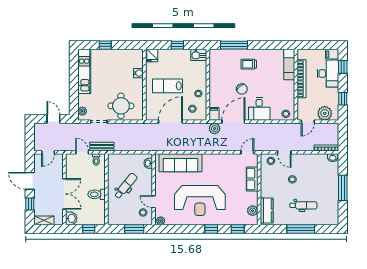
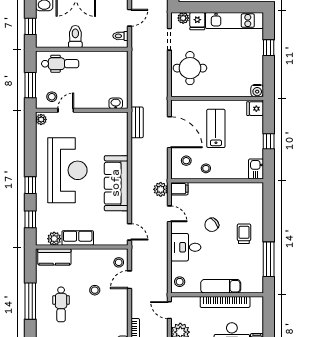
window: (234, 45) -> (269, 259), moved
exam couch: (289, 65) -> (221, 286), moved
water cooler: (138, 73) -> (257, 91), moved
fridge: (85, 100) -> (197, 21), added
door: (233, 122) -> (169, 214), width x0.53
bench: (102, 147) -> (137, 122), moved
sofa: (181, 163) -> (116, 183), moved
row of seats: (252, 179) -> (78, 238), moved
dental chair: (126, 186) -> (60, 64), moved, turned -39
reception desk: (200, 200) -> (67, 170), turned 180

